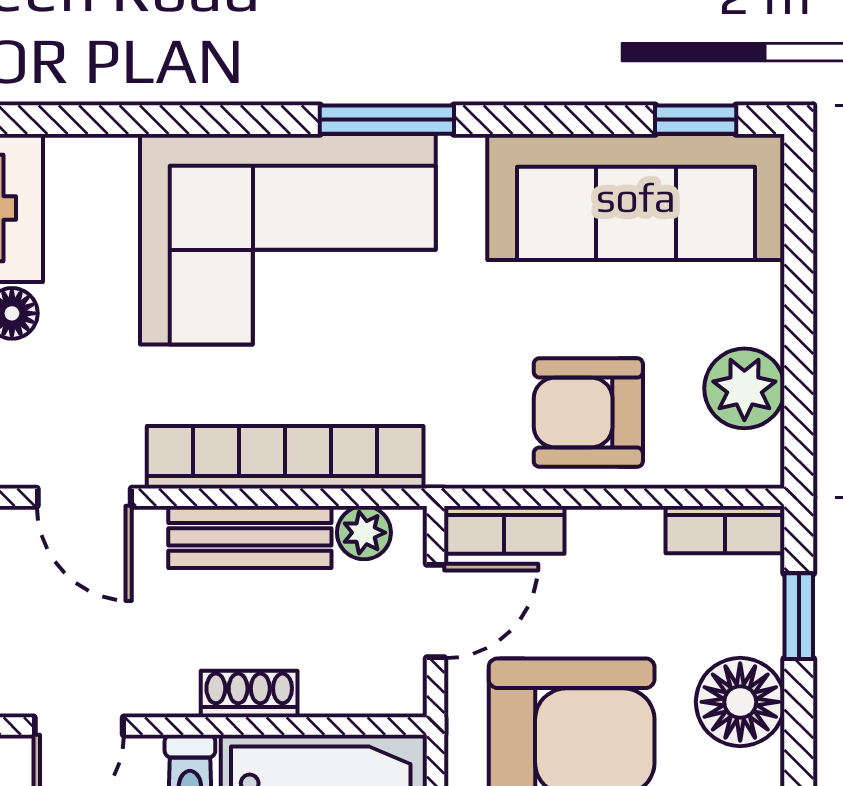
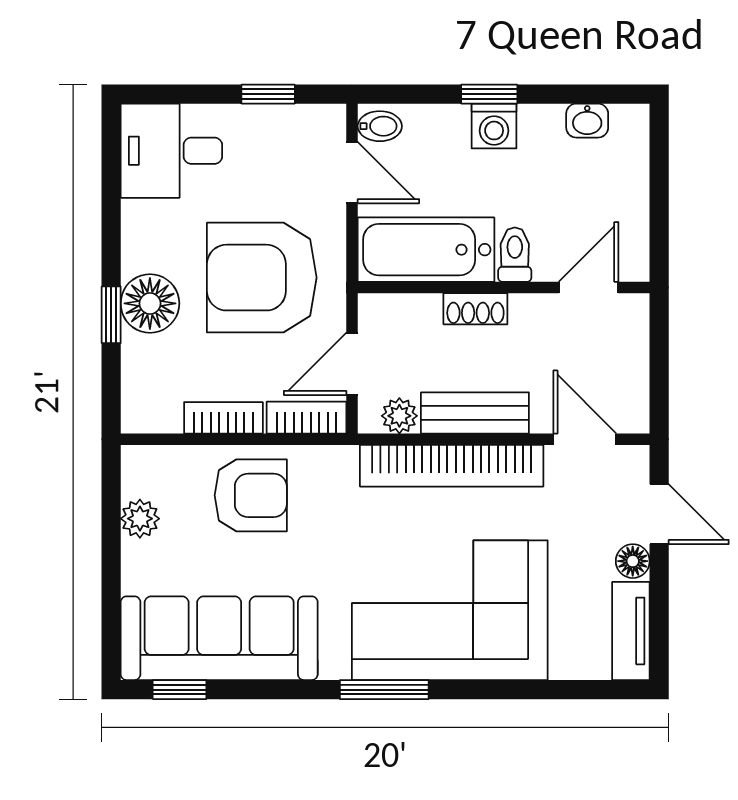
plant: (744, 388) -> (140, 519), width x0.73, depth x0.73
bookcase: (725, 530) -> (223, 418), moved
window: (799, 616) -> (111, 315), moved

